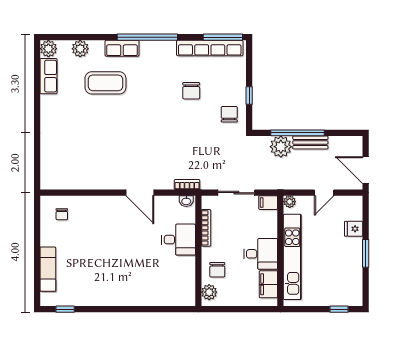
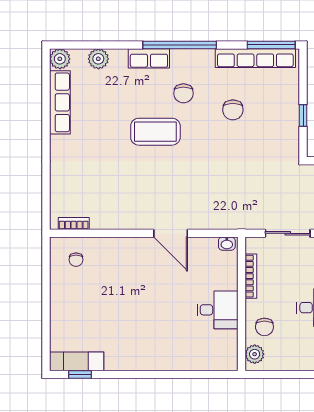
row of seats: (48, 76) -> (60, 102), width x1.48
coffee table: (105, 83) -> (155, 132), moved
chair: (229, 114) -> (183, 93), moved, turned 180
bookcase: (187, 184) -> (74, 223), moved
desk: (179, 240) -> (217, 310), moved
exam couch: (48, 269) -> (77, 361), moved, turned -90

